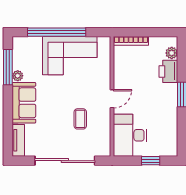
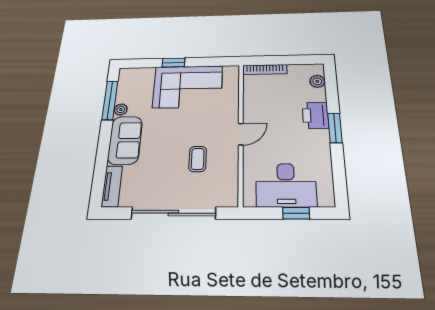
window: (57, 32) -> (173, 63), width x0.32
printer: (168, 71) -> (315, 115), moved
desk: (130, 135) -> (286, 185), moved, turned -90

